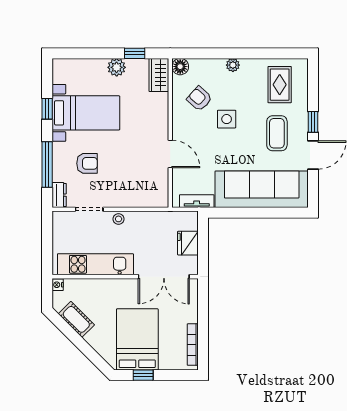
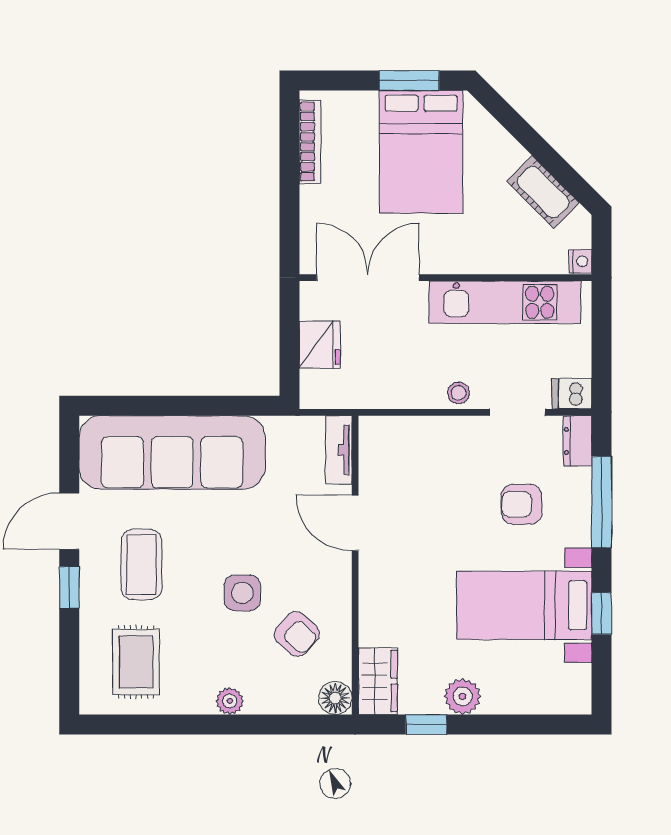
tv unit: (197, 201) -> (339, 450), moved, turned 90
dishwasher: (62, 219) -> (572, 394), added
window: (143, 375) -> (409, 80), width x1.50

